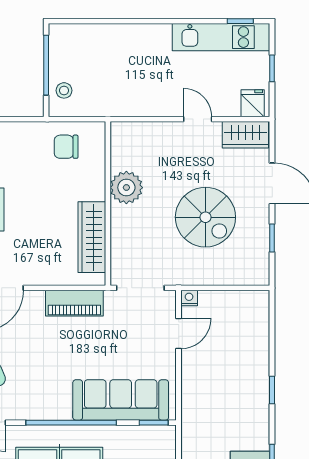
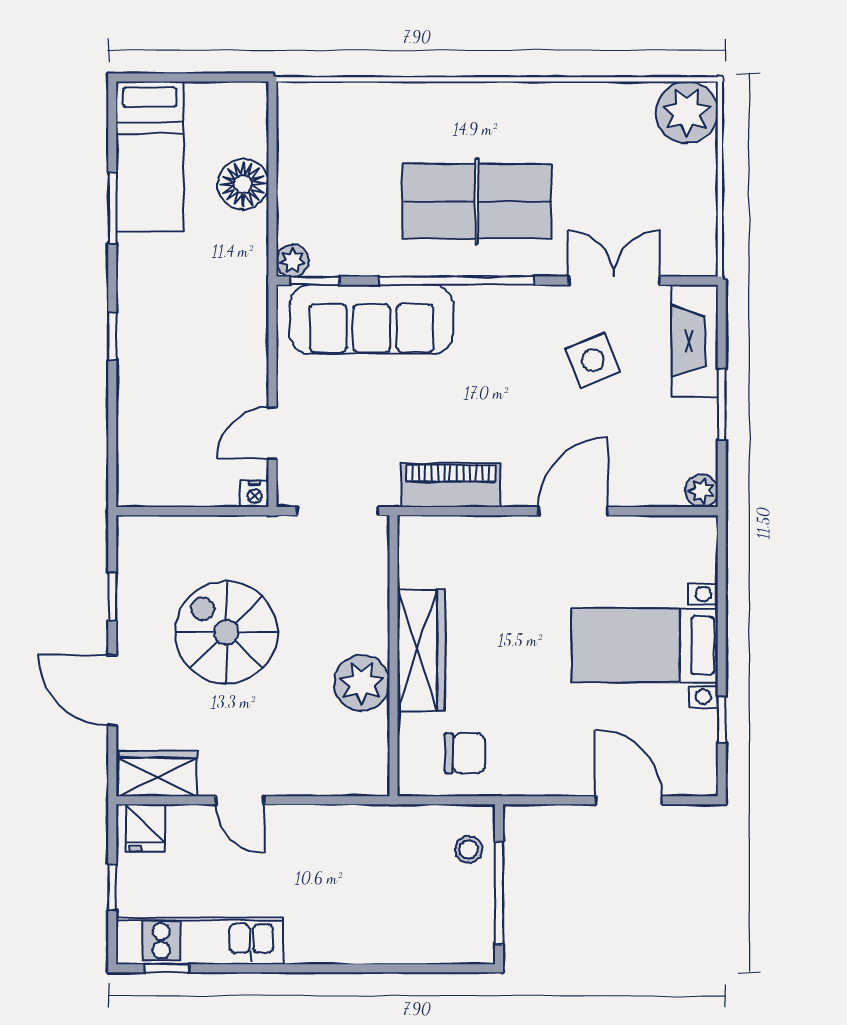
wardrobe: (92, 237) -> (421, 650), moved
plant: (167, 434) -> (293, 261), added

